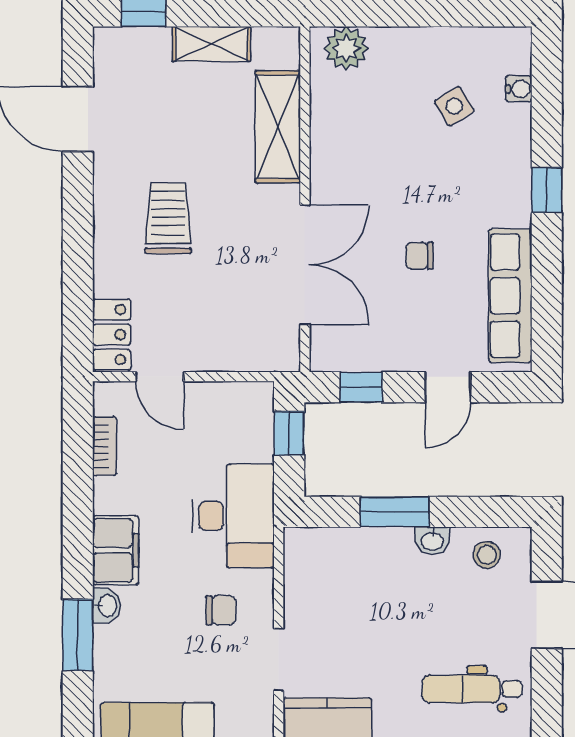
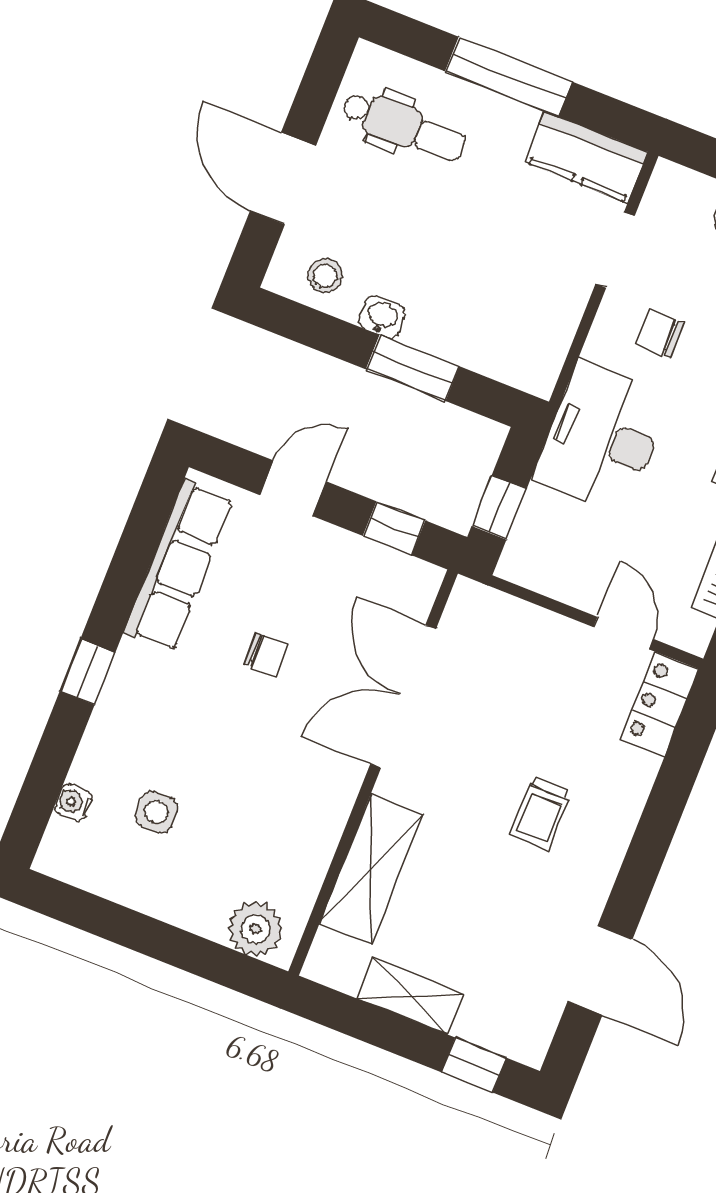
side table: (454, 106) -> (156, 812), turned 32
trolley: (168, 218) -> (541, 814), width x0.73, depth x0.72

